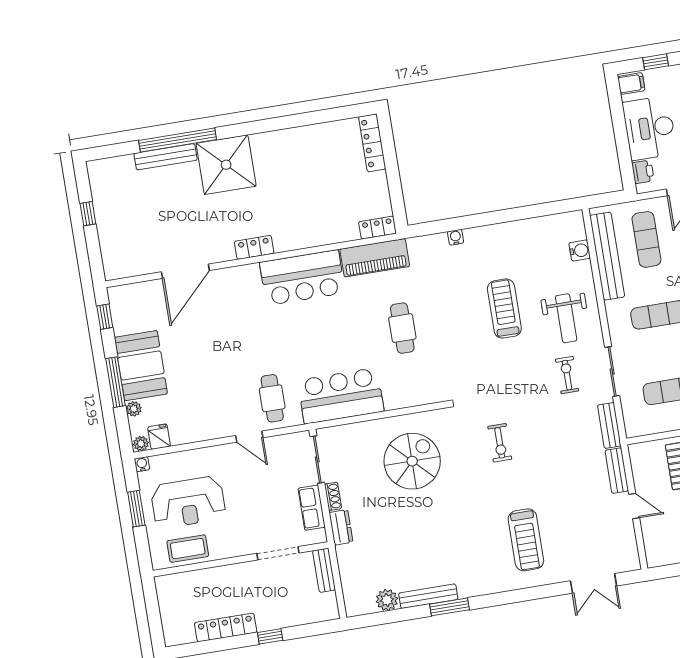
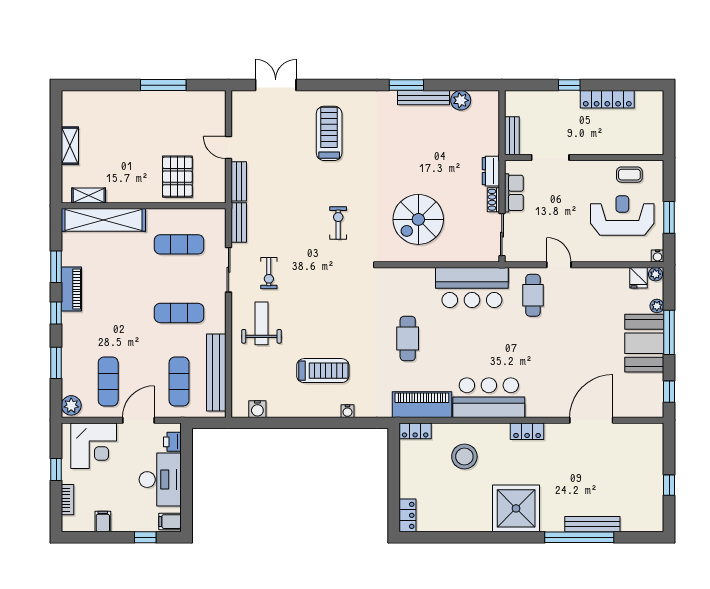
locker: (372, 143) -> (408, 515), width x0.66
shower: (226, 165) -> (516, 508), moved
stool: (319, 208) -> (464, 457), added
water cooler: (580, 250) -> (257, 409), moved, turned -90
treadmill: (504, 309) -> (323, 371), moved, turned -90
coffee table: (188, 549) -> (629, 175), width x0.73, depth x0.77

